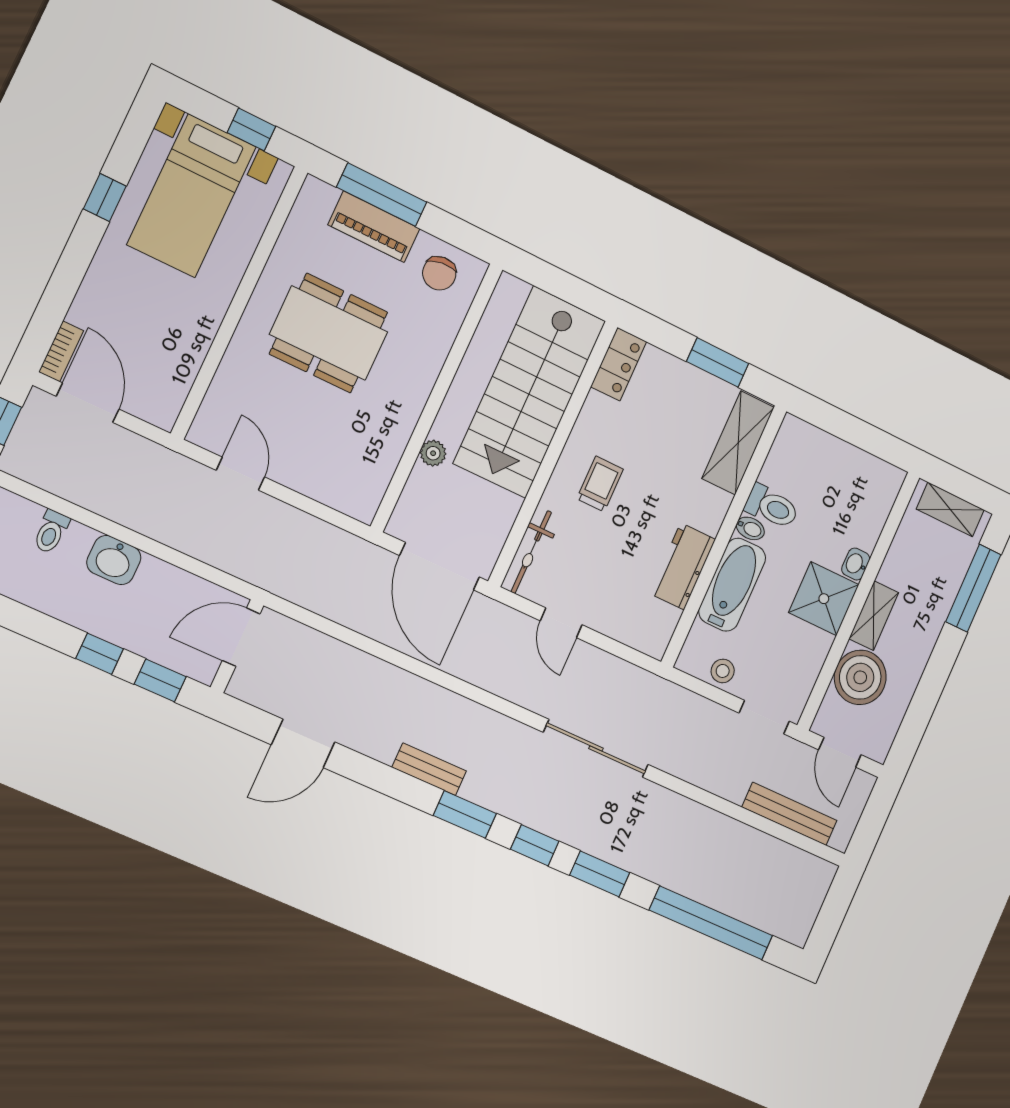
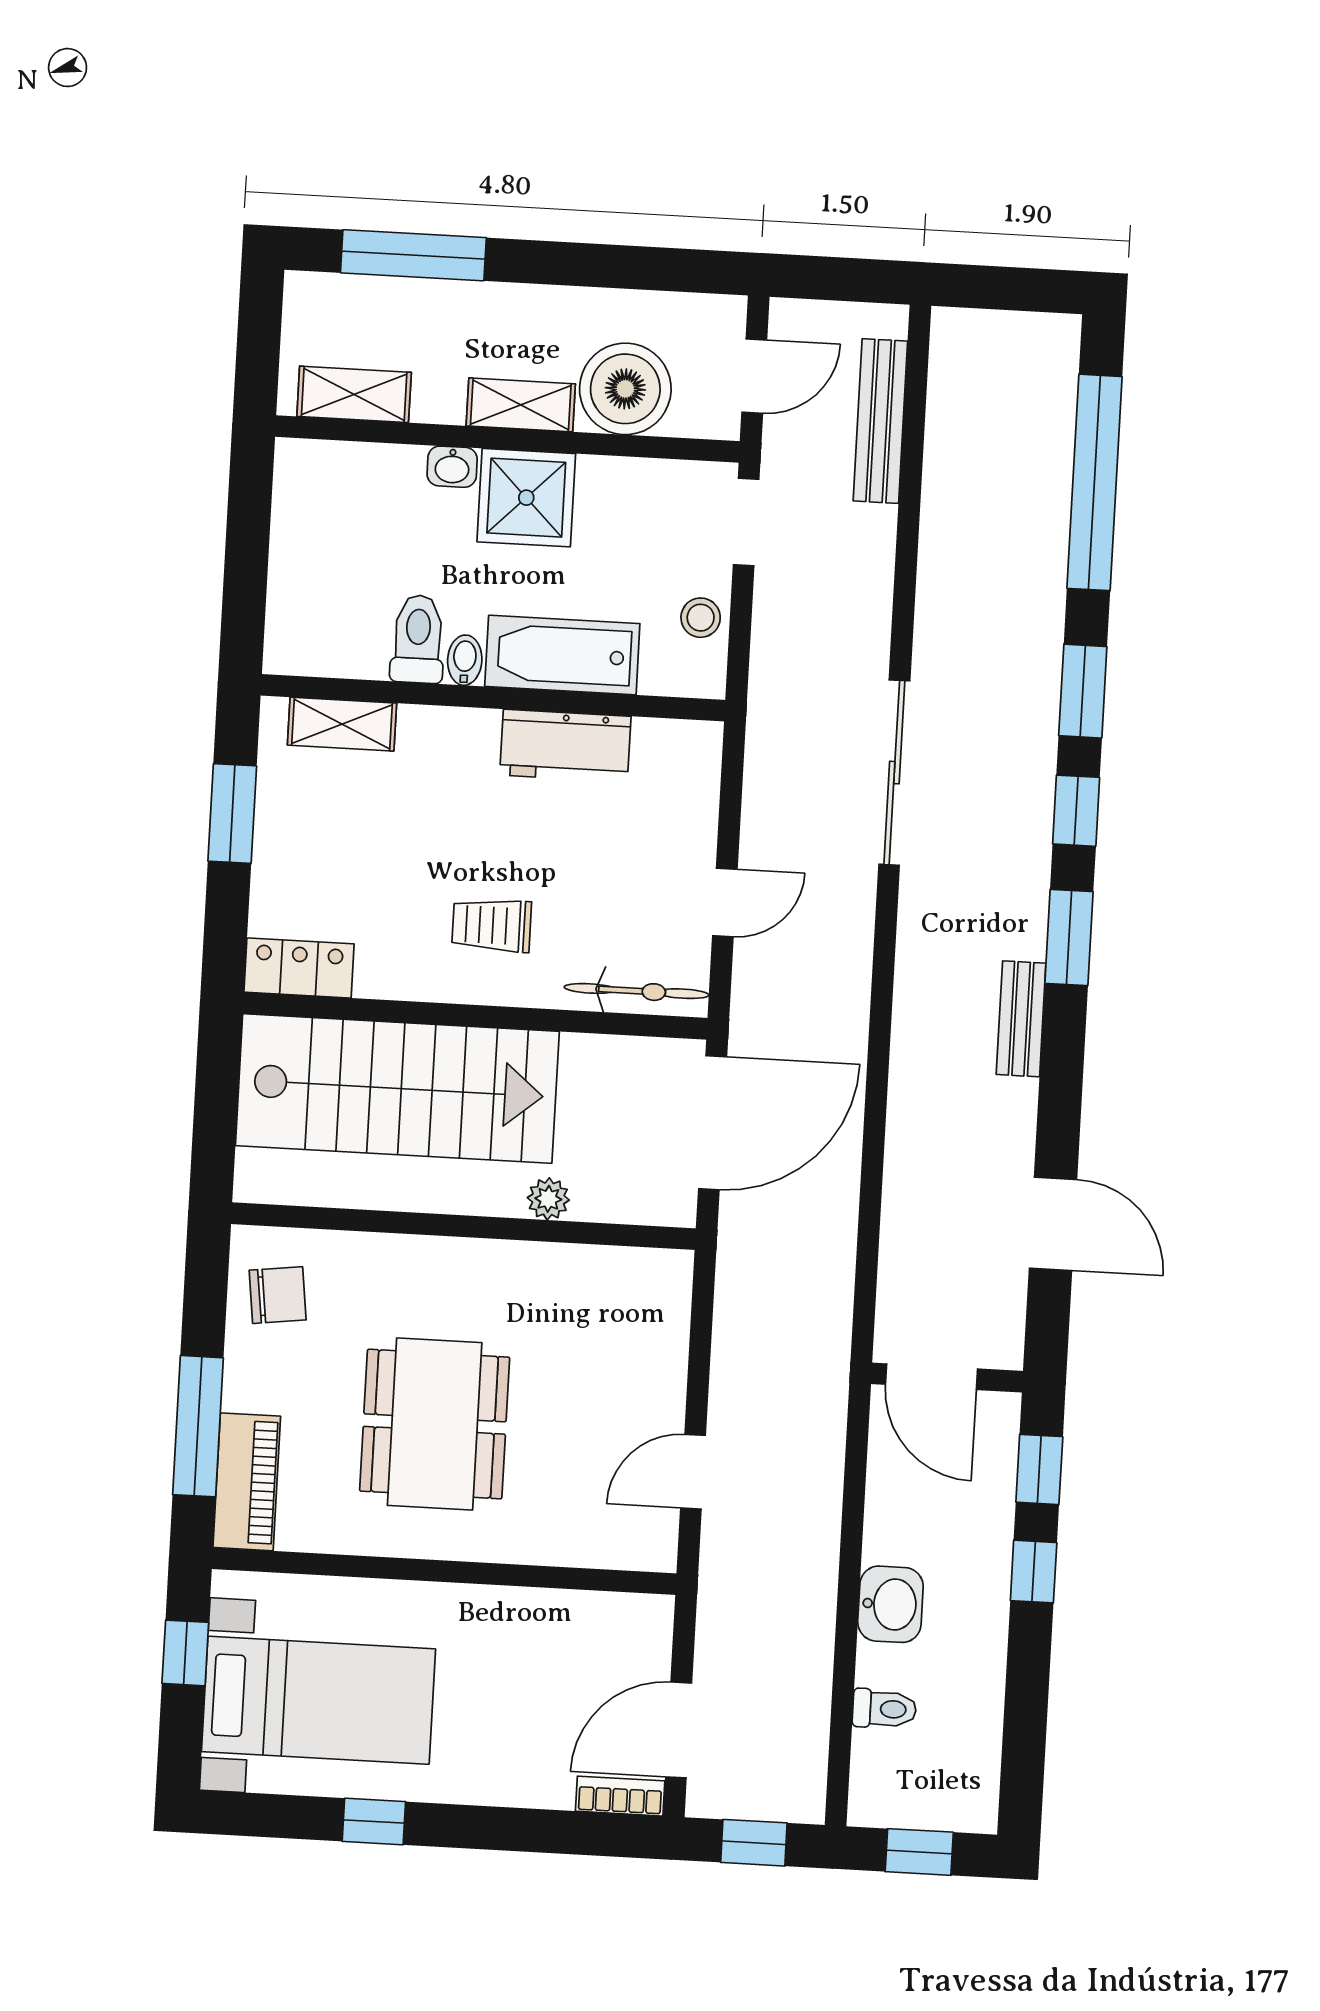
piano: (374, 227) -> (247, 1482), moved
shelving: (738, 443) -> (342, 724), width x0.67, depth x0.75
shelving: (950, 509) -> (354, 394), moved, turned 90

